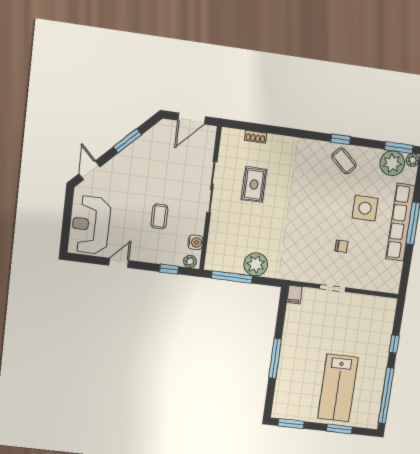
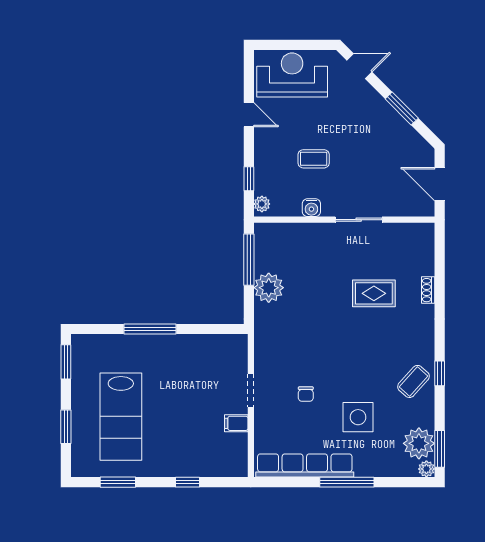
shoe rack: (256, 137) -> (428, 290), moved
rug: (254, 185) -> (374, 293), moved
sliding door: (212, 187) -> (359, 220), width x0.73
row of seats: (400, 222) -> (305, 465), moved
water cooler: (195, 242) -> (311, 208), moved
filing cabinet: (294, 295) -> (236, 423), moved
lab bench: (338, 388) -> (121, 417), turned -90
window: (386, 396) -> (118, 482), width x0.47

